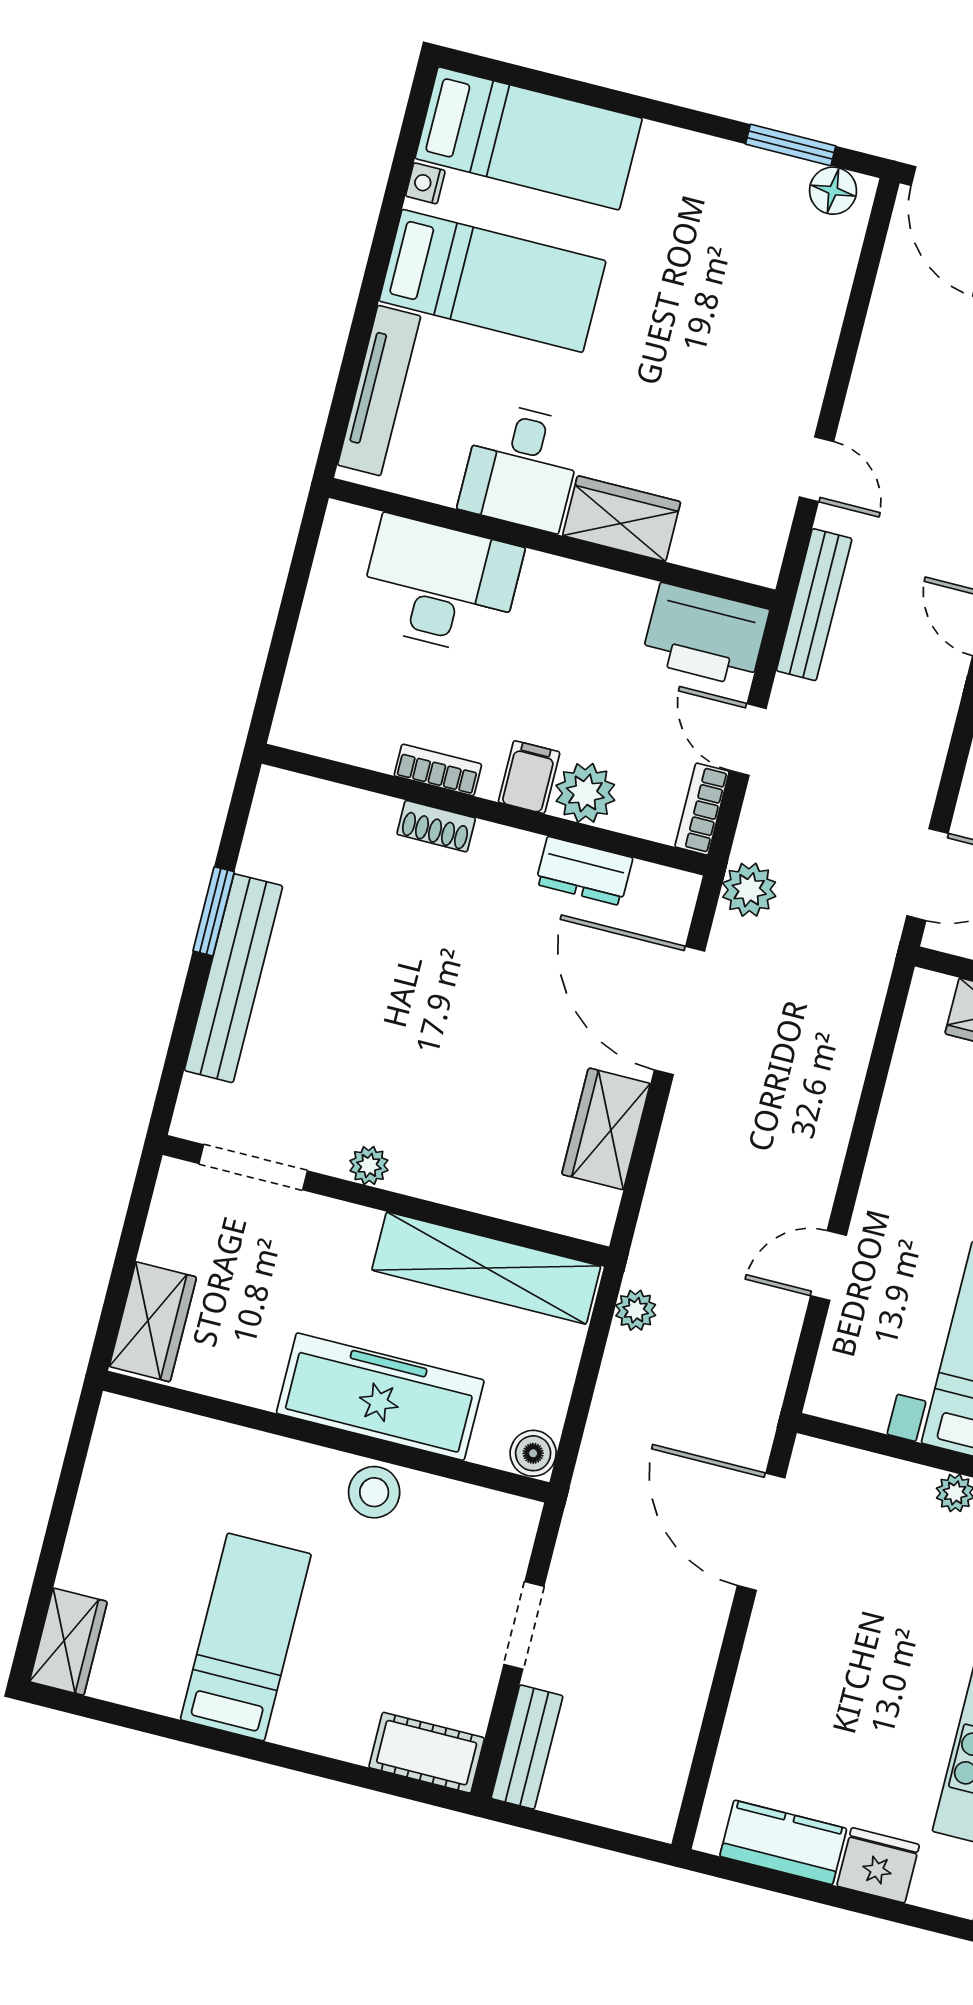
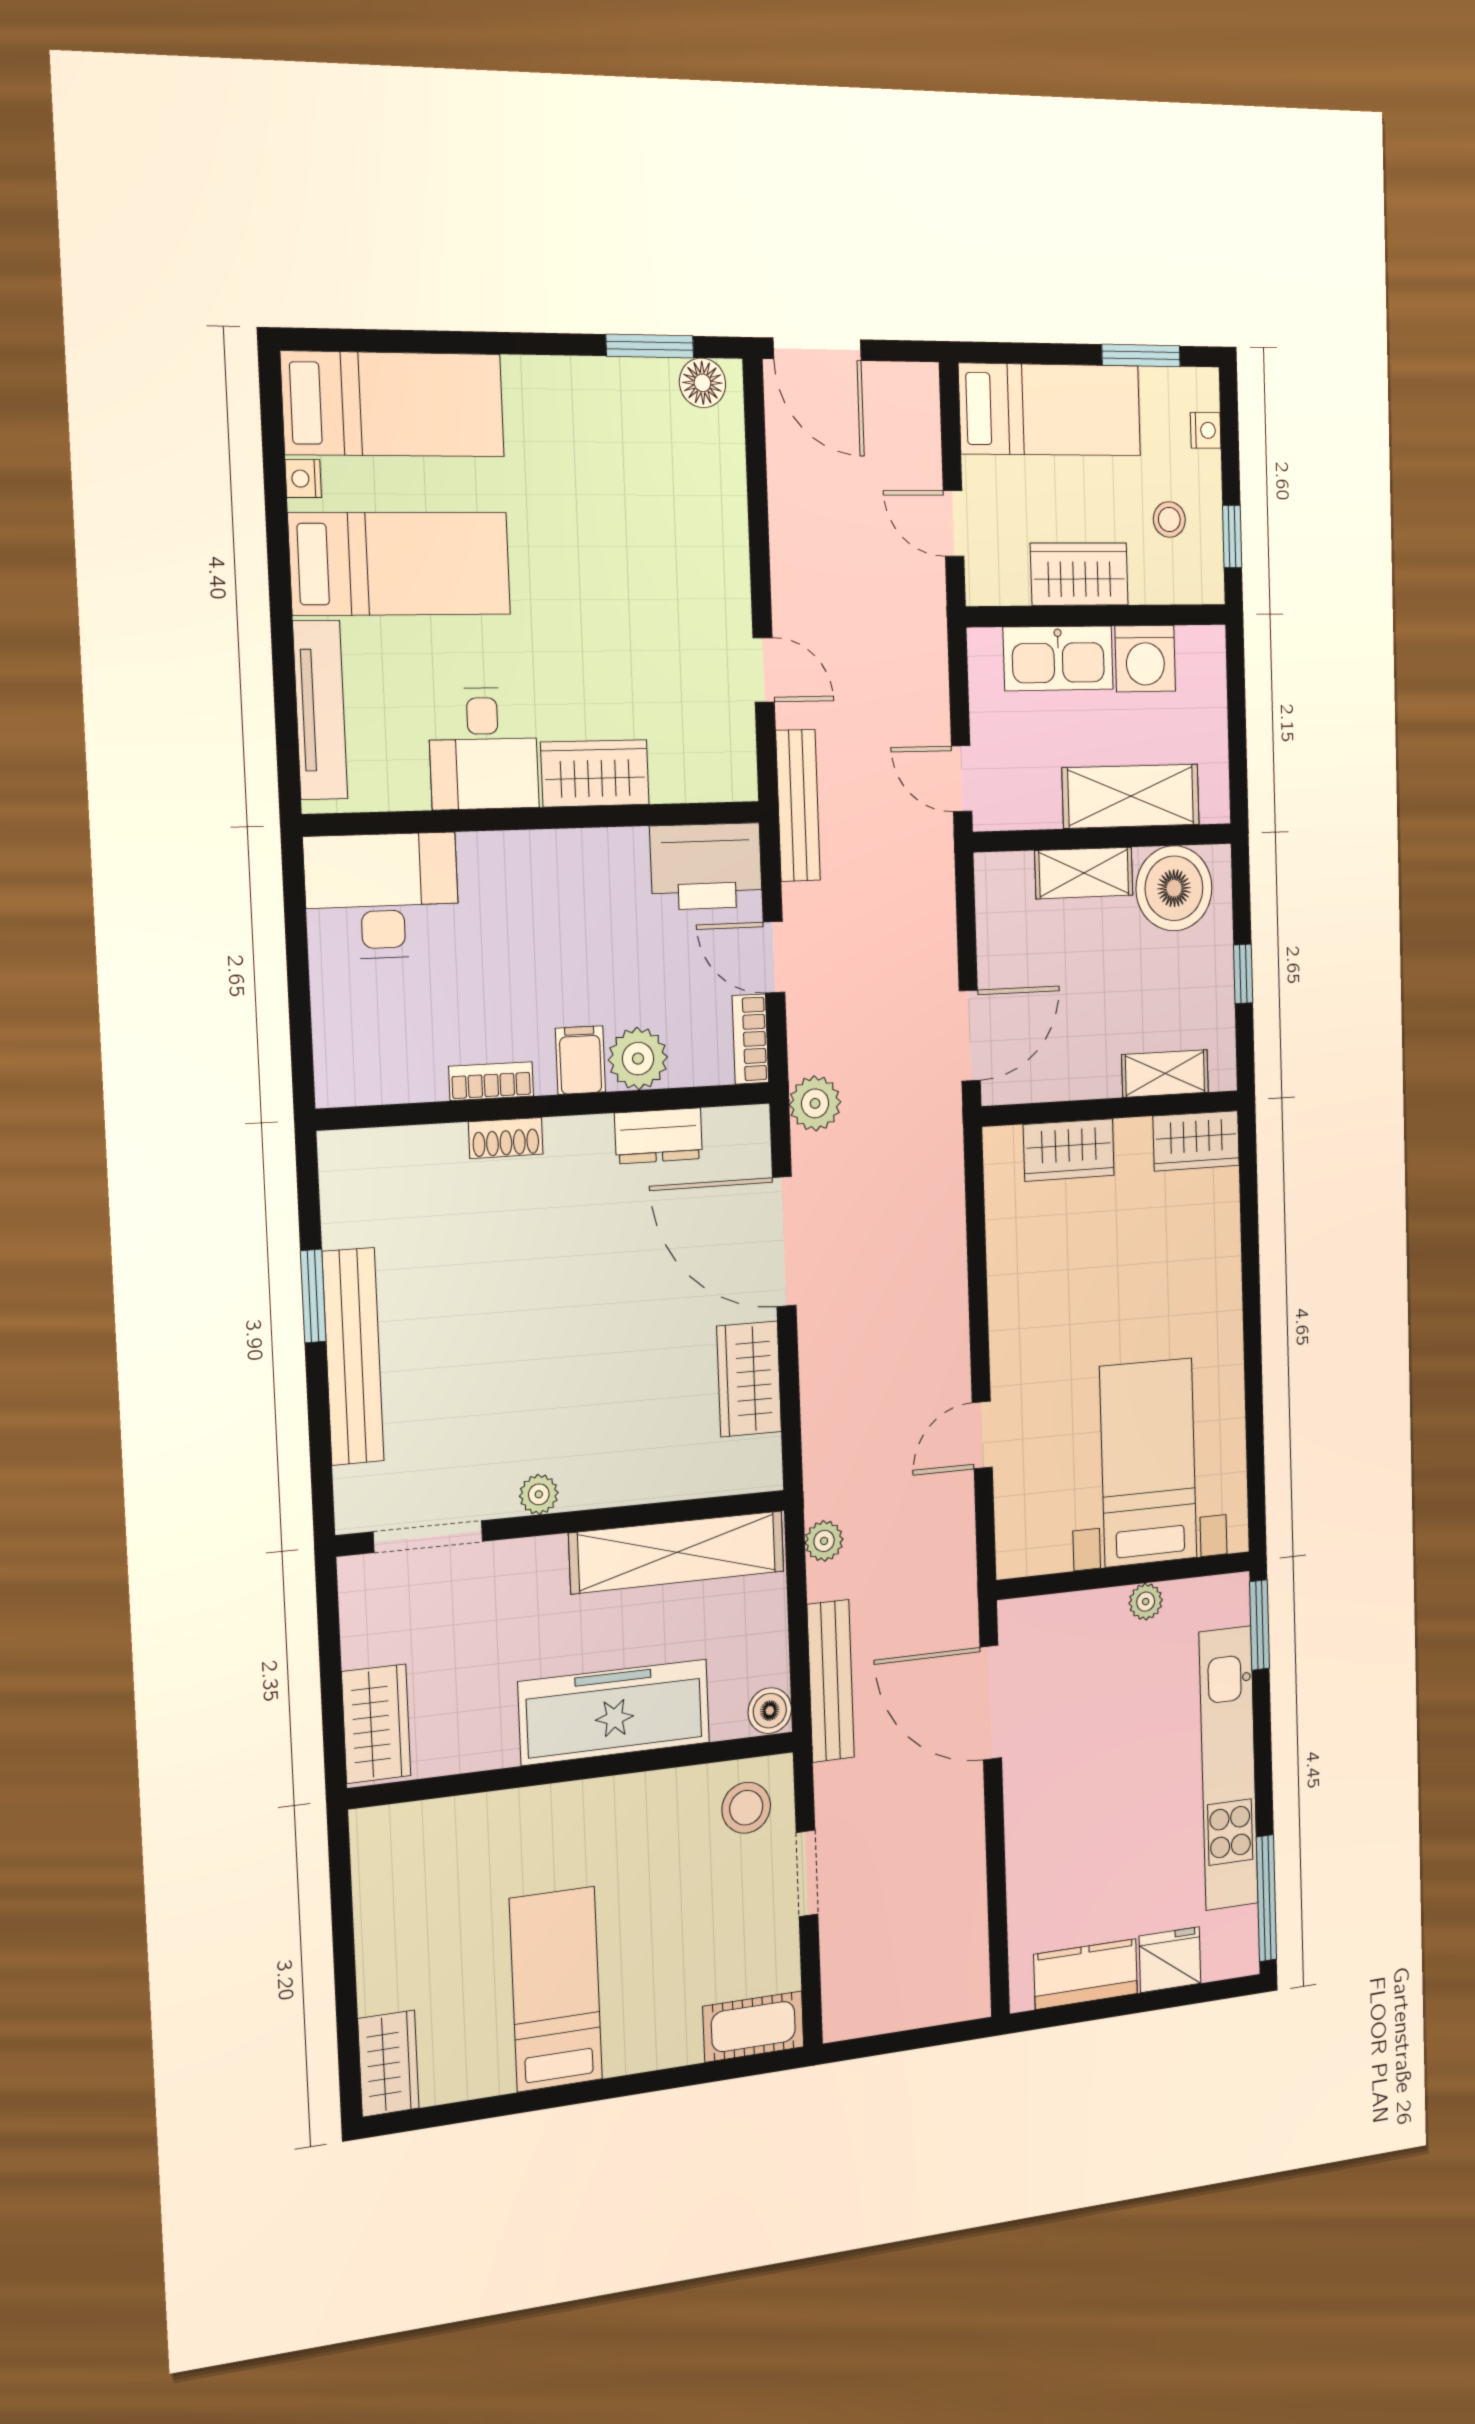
desk: (440, 586) -> (382, 896), moved
stool: (374, 1492) -> (746, 1808), moved
bench: (527, 1747) -> (831, 1681), moved, width x1.36

